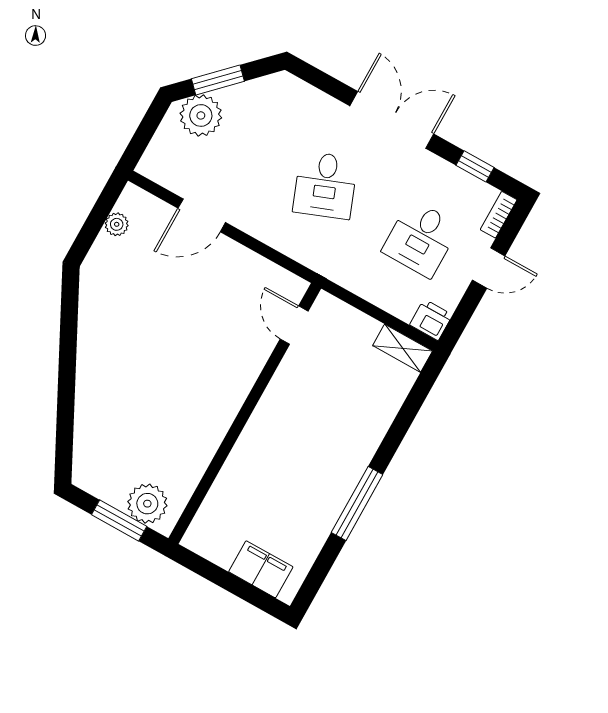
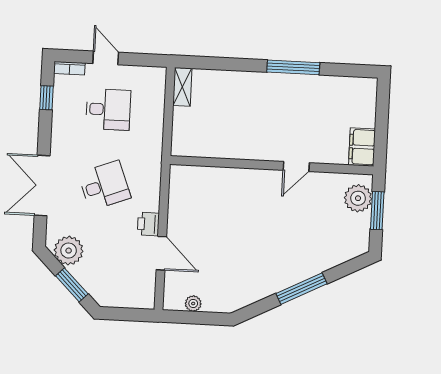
plant: (201, 115) -> (69, 251), moved
double door: (392, 120) -> (42, 186), moved
printer: (431, 320) -> (148, 224), moved
door: (294, 325) -> (296, 166), moved
window: (67, 373) -> (301, 289), added
filing cabinet: (261, 569) -> (362, 147), moved

